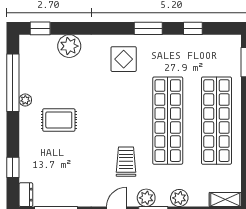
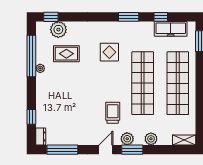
freezer: (207, 45) -> (171, 29), added
plant: (69, 46) -> (58, 30), moved
display table: (124, 59) -> (109, 52), moved
rug: (59, 120) -> (66, 54), moved

